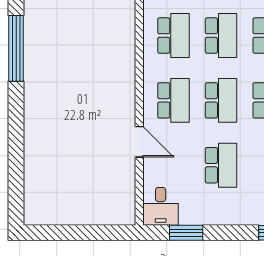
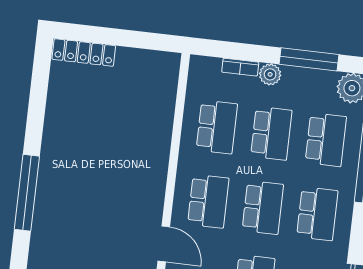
window: (16, 48) -> (27, 193), moved

